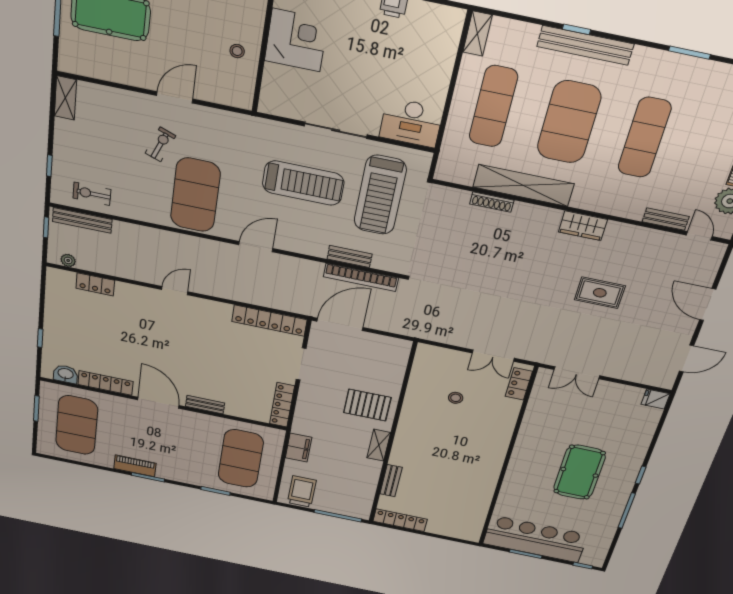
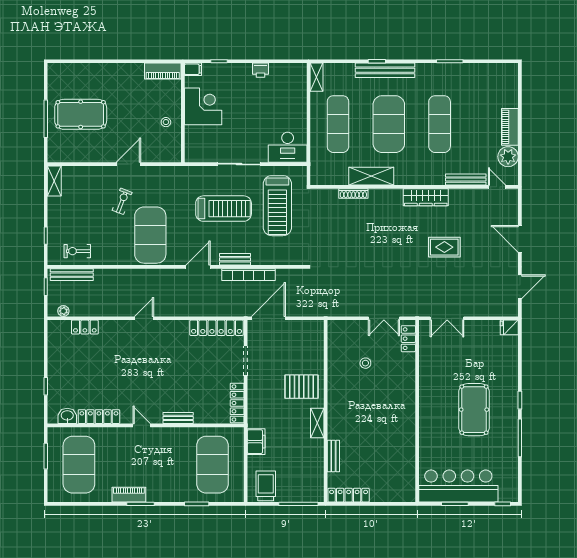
shelving: (523, 185) -> (371, 176), width x0.68
bench: (666, 219) -> (466, 180), width x1.36
wardrobe: (583, 226) -> (426, 197), width x1.50
bench: (350, 257) -> (235, 259), moved
bookcase: (361, 277) -> (249, 275), moved
door: (158, 403) -> (142, 425), width x0.53

